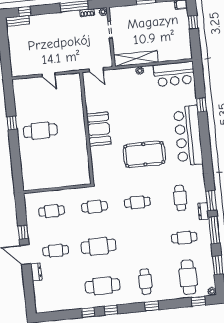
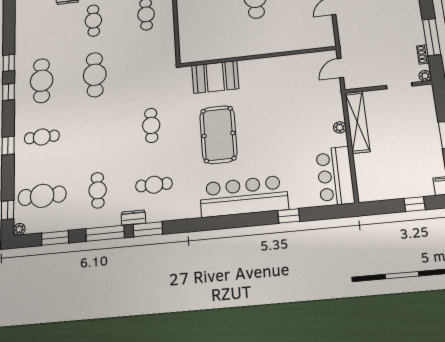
booth: (99, 129) -> (215, 77), moved
cafe table: (94, 207) -> (149, 69), removed

